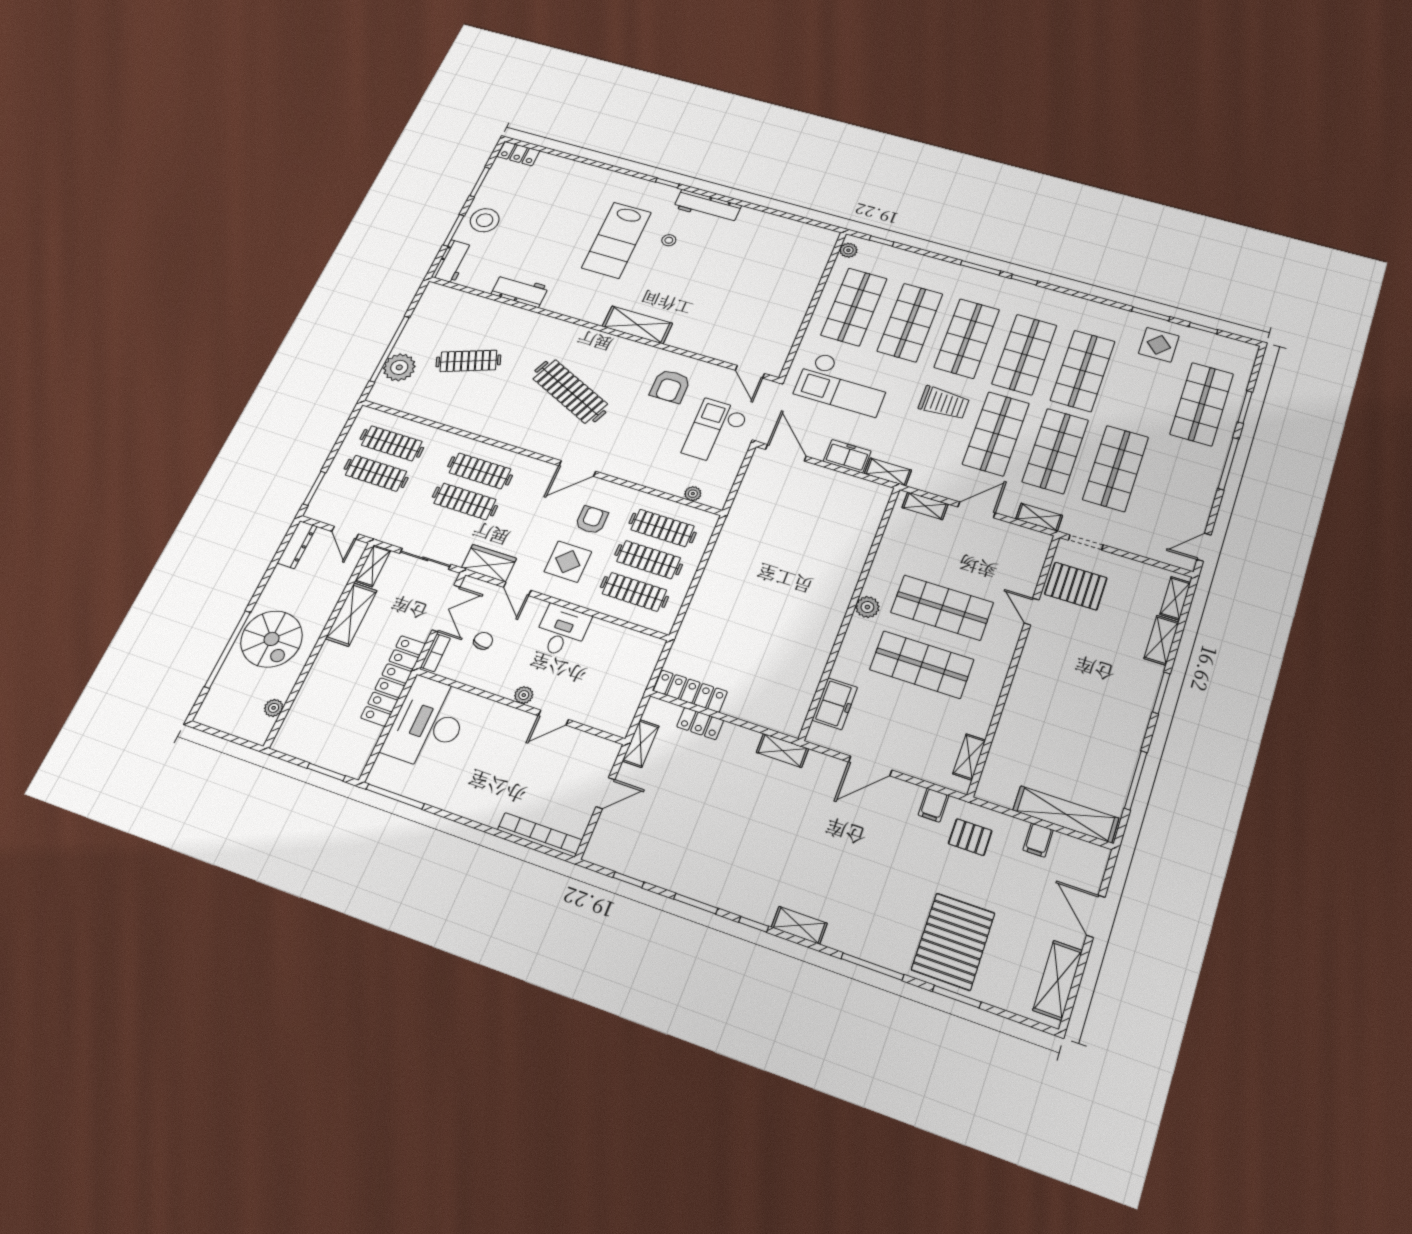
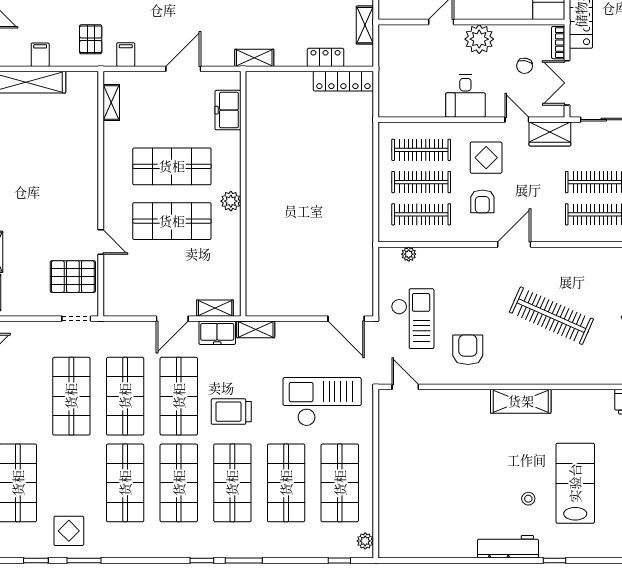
freezer: (847, 456) -> (217, 333), moved
shelving: (1039, 517) -> (120, 329), removed
plant: (524, 695) -> (479, 39), width x1.87, depth x1.87
pallet: (970, 837) -> (91, 39), turned 90

